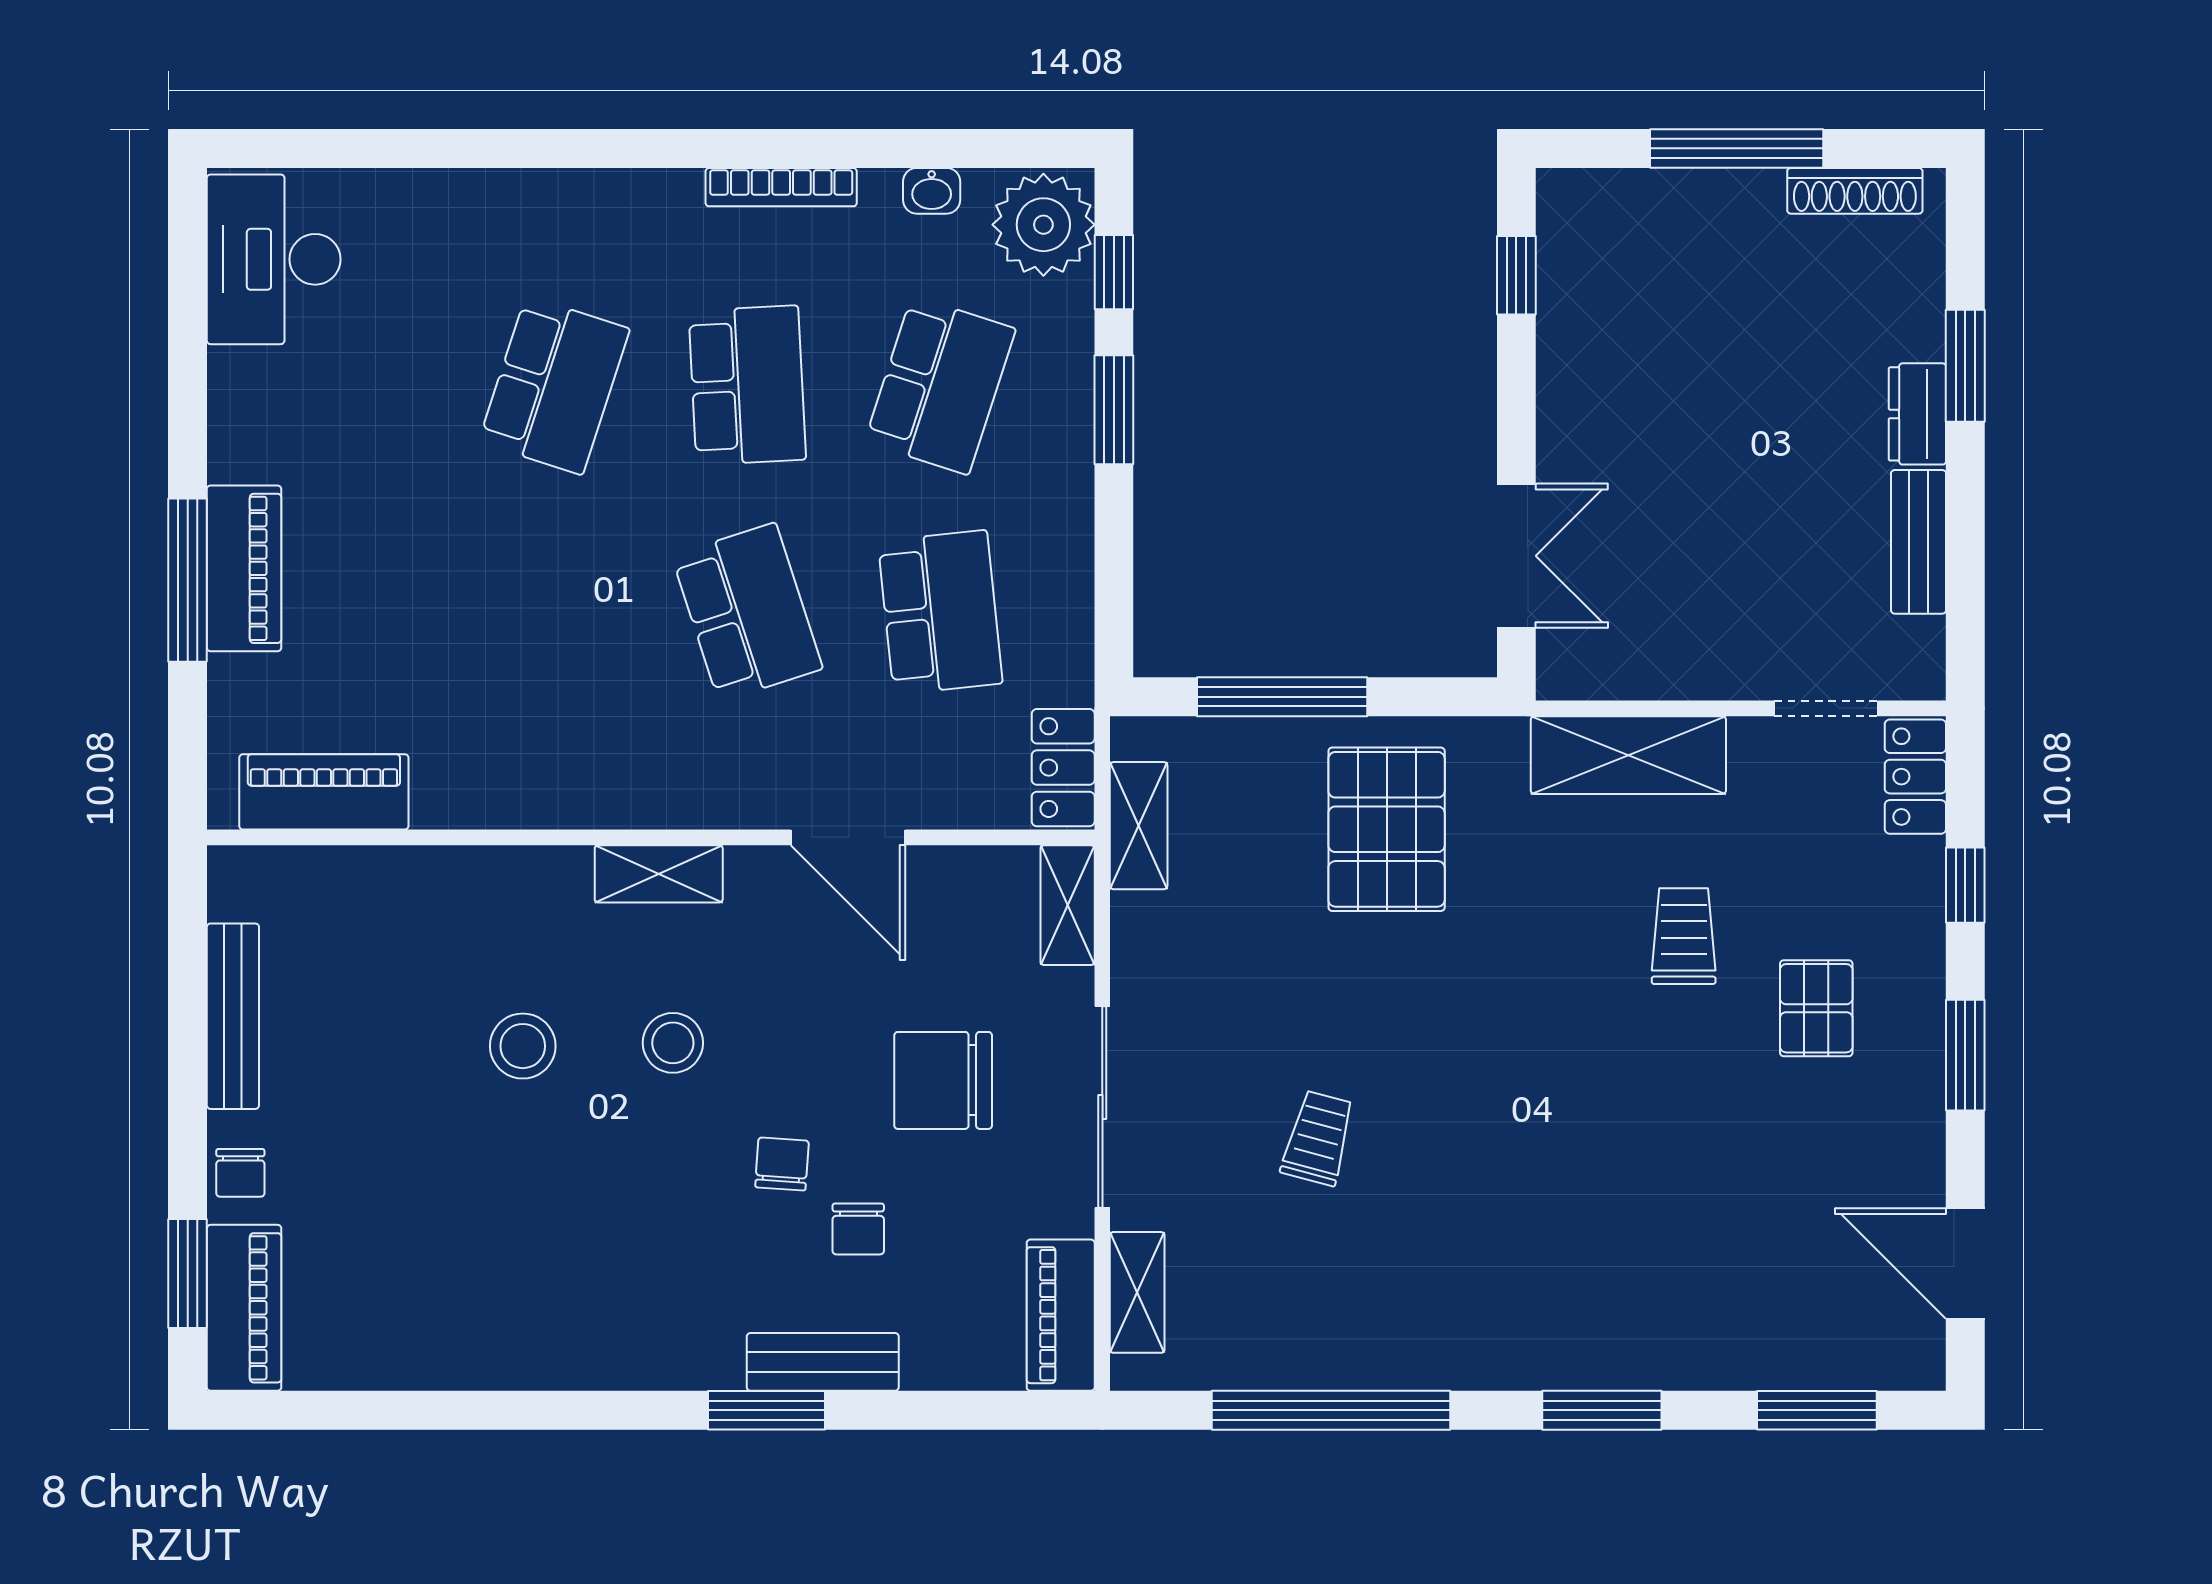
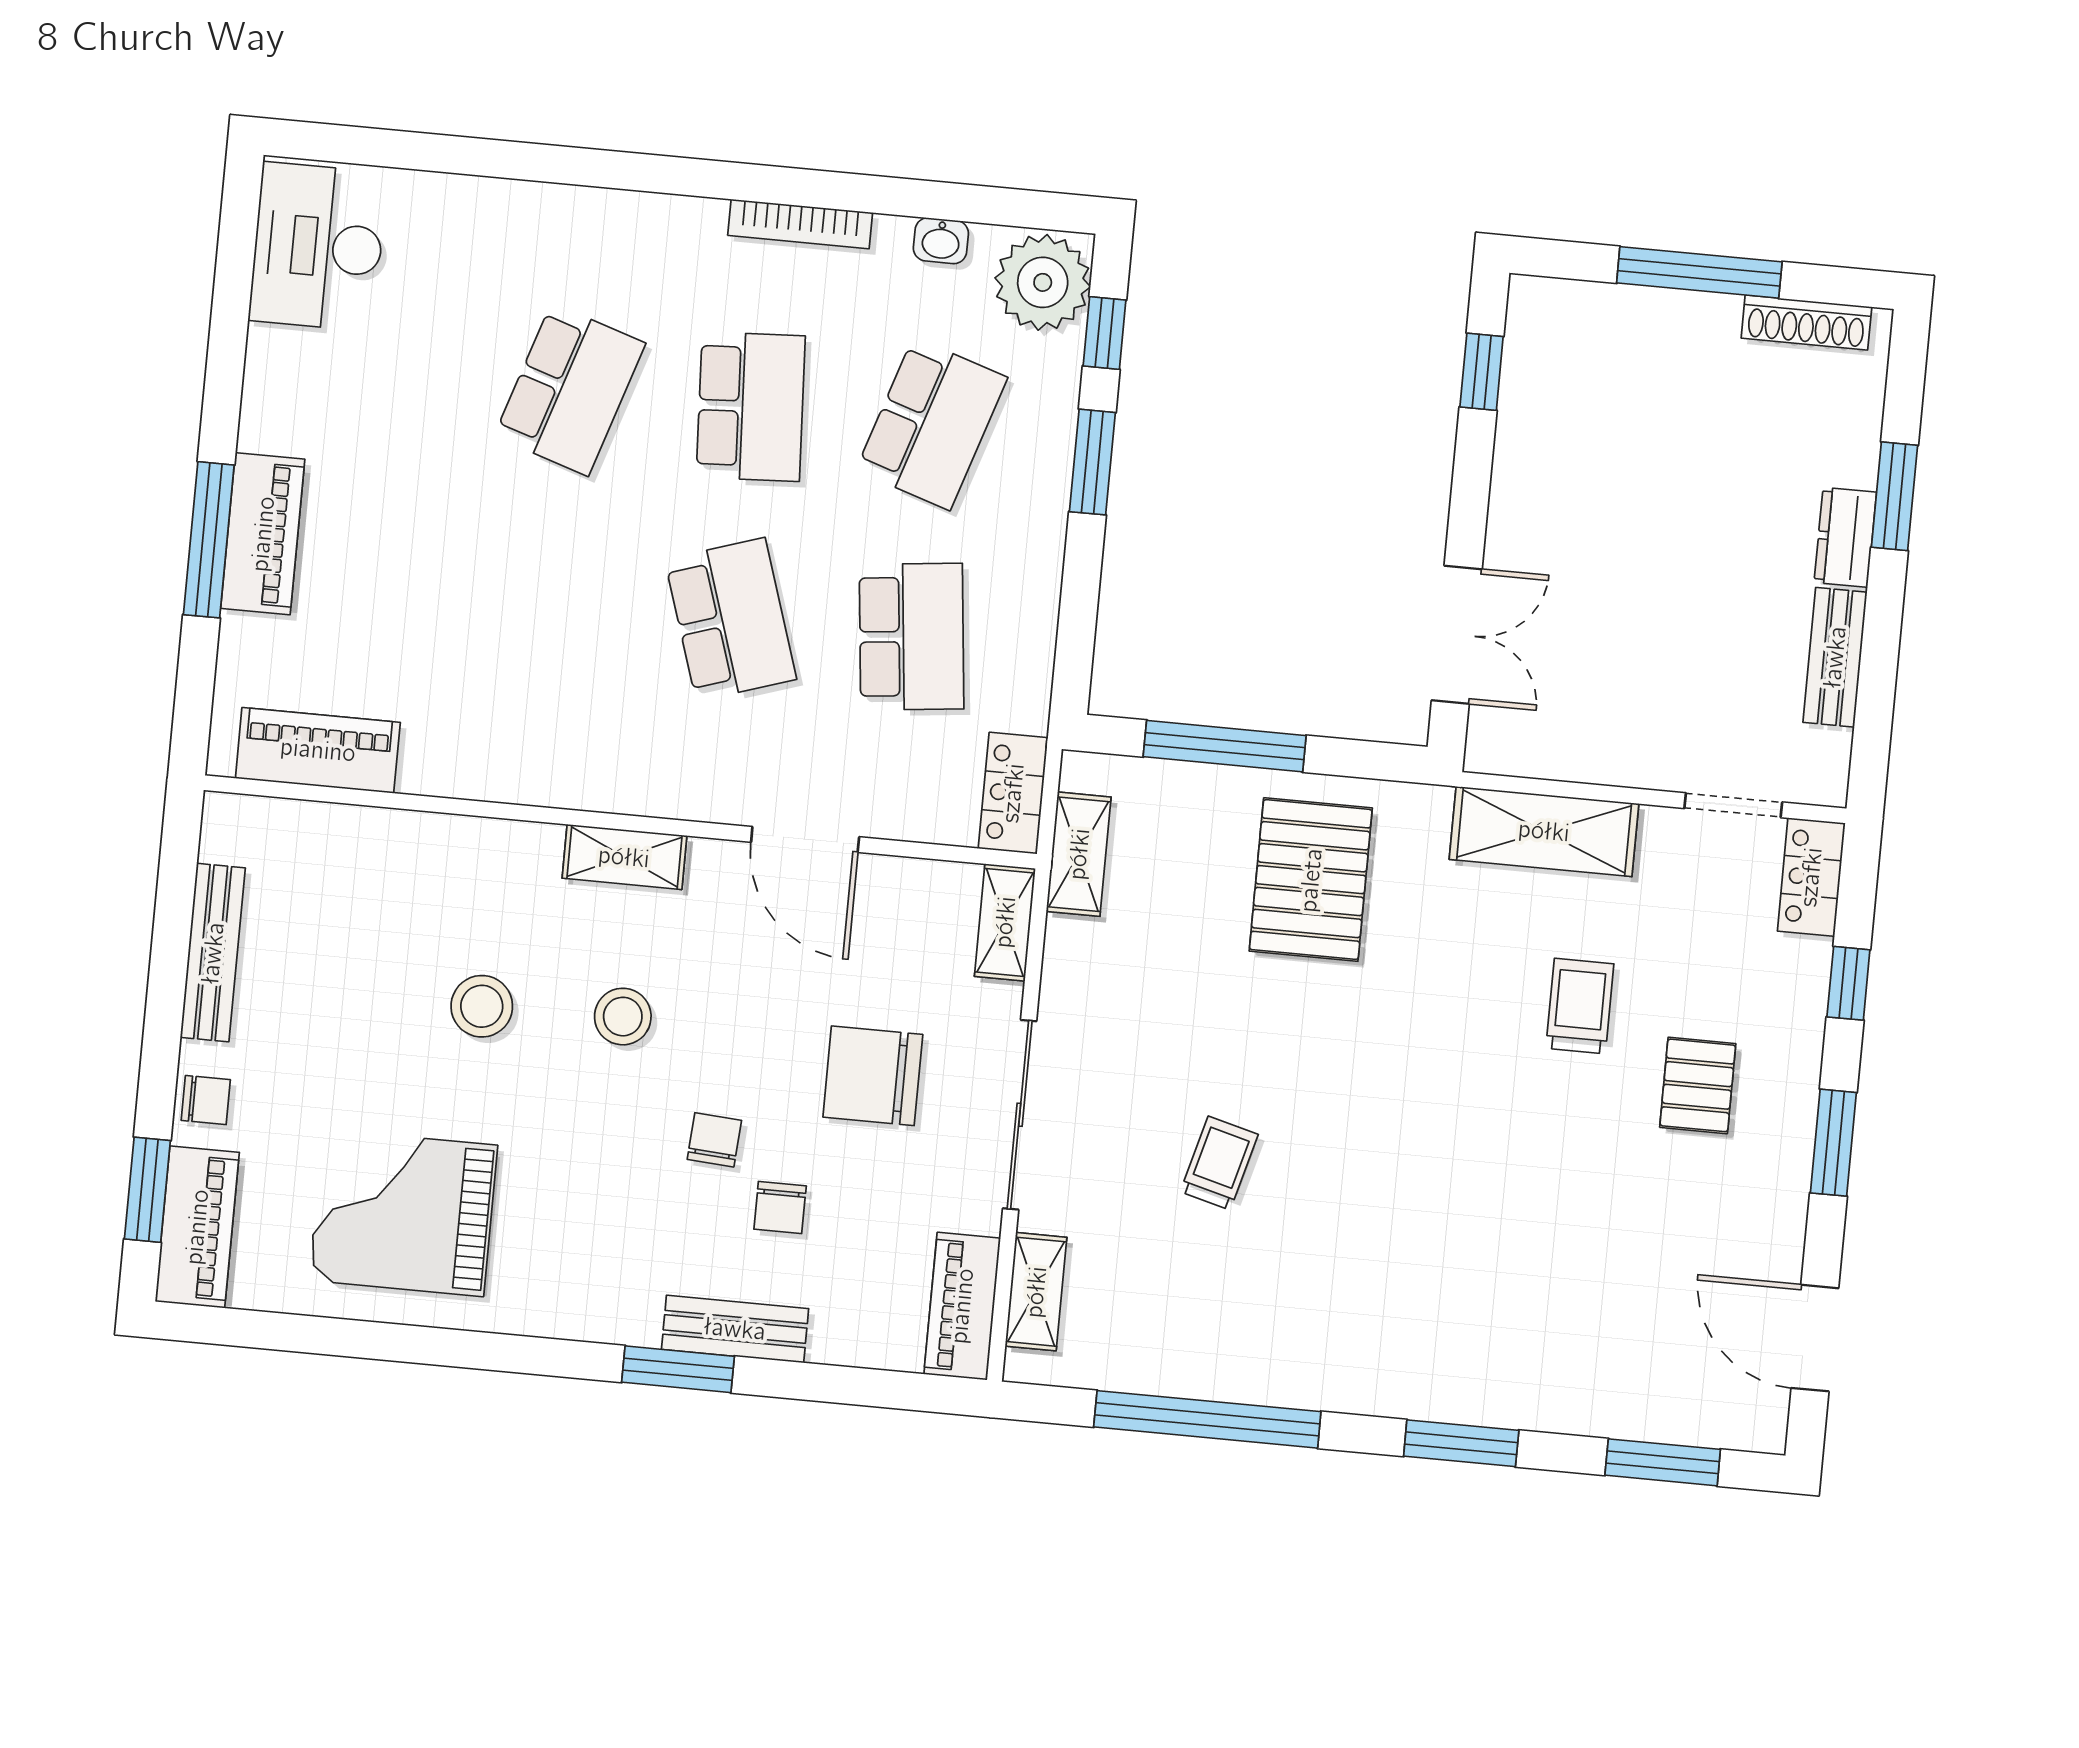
chair: (240, 1173) -> (206, 1100), turned -90
grand piano: (460, 1272) -> (403, 1213), added

